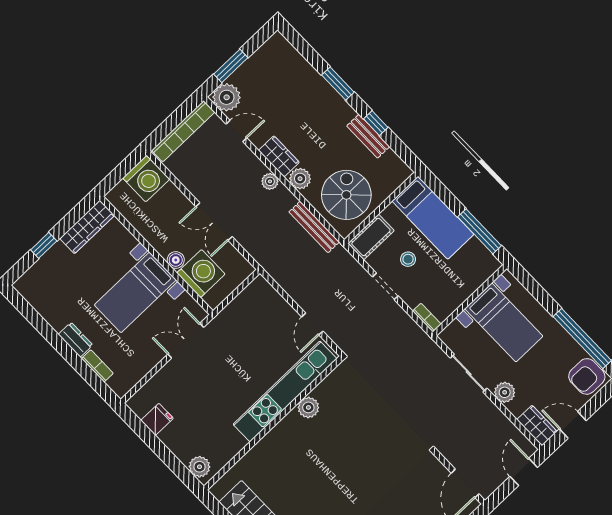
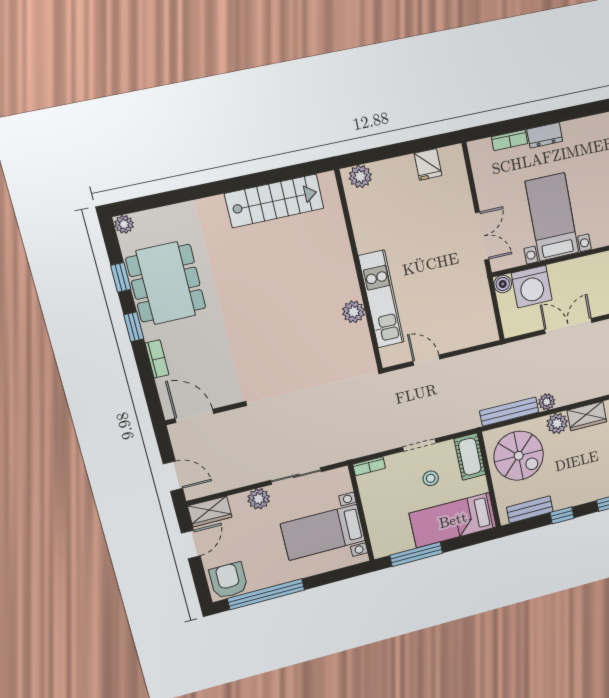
bench: (368, 136) -> (530, 510), moved
plant: (270, 181) -> (547, 402), moved
boiler: (176, 260) -> (503, 284), moved
kitchen unit: (285, 391) -> (381, 299), width x0.73

